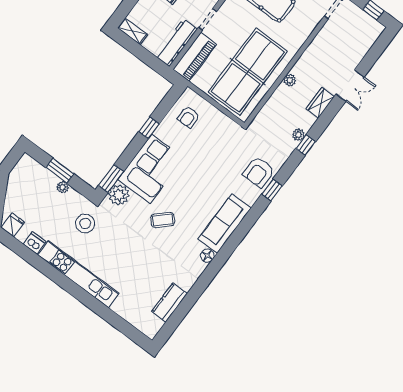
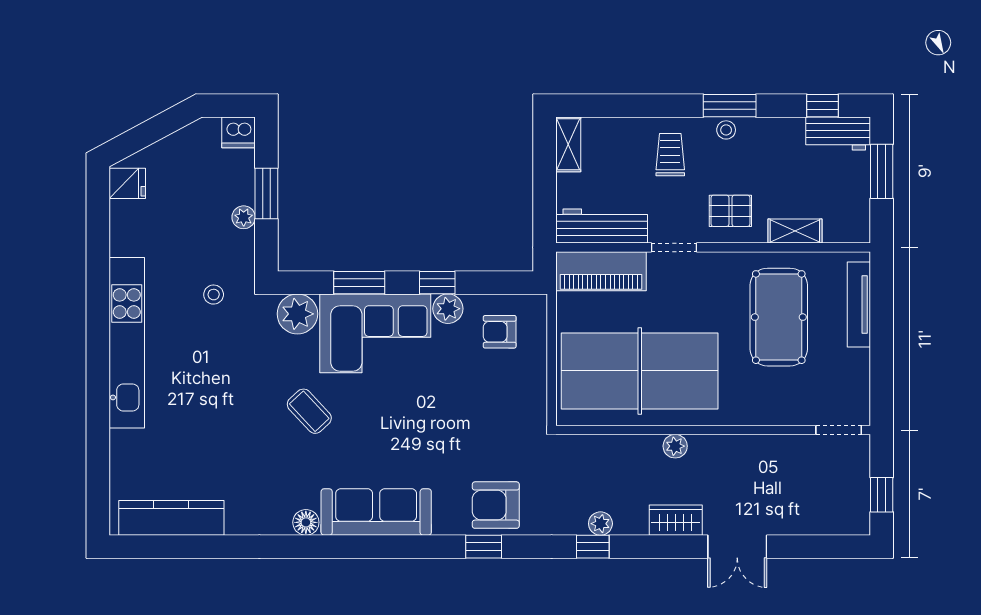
plant: (163, 131) -> (448, 309), added
window: (111, 179) -> (359, 283), moved
stool: (85, 223) -> (214, 295), width x0.53, depth x0.53
dishwasher: (35, 243) -> (239, 132), moved, turned 90
kitchen counter: (169, 302) -> (171, 518), width x1.50

